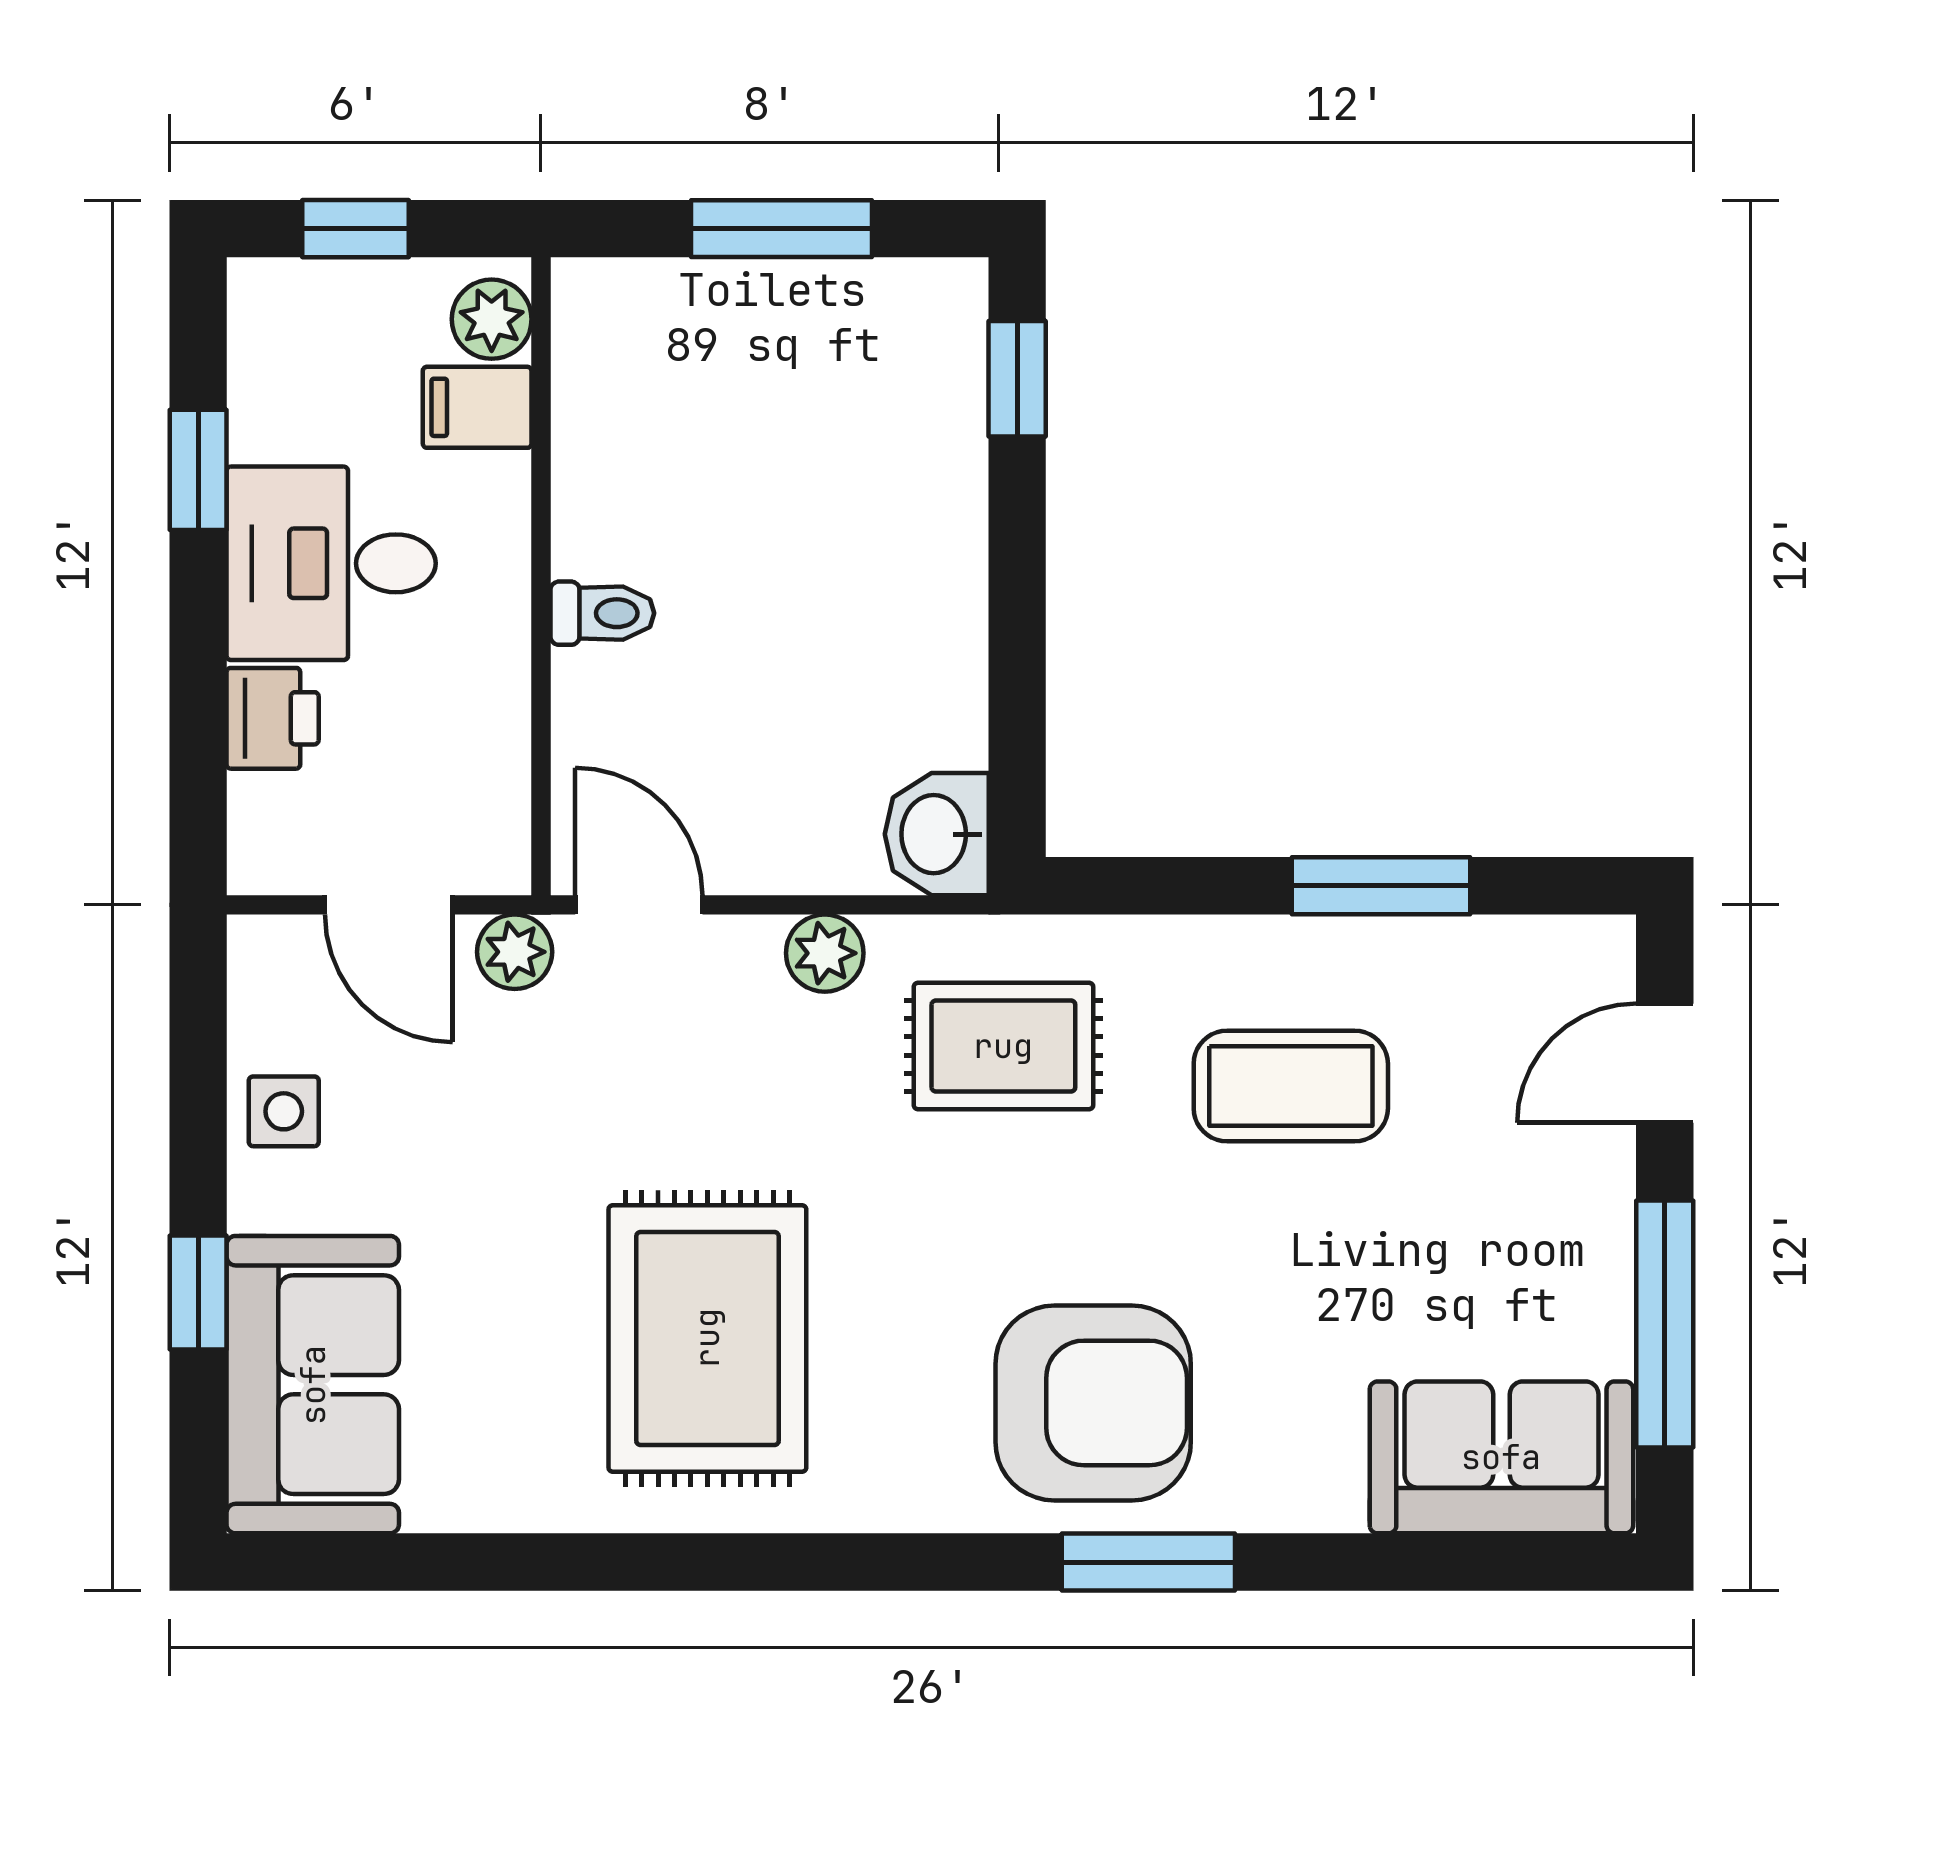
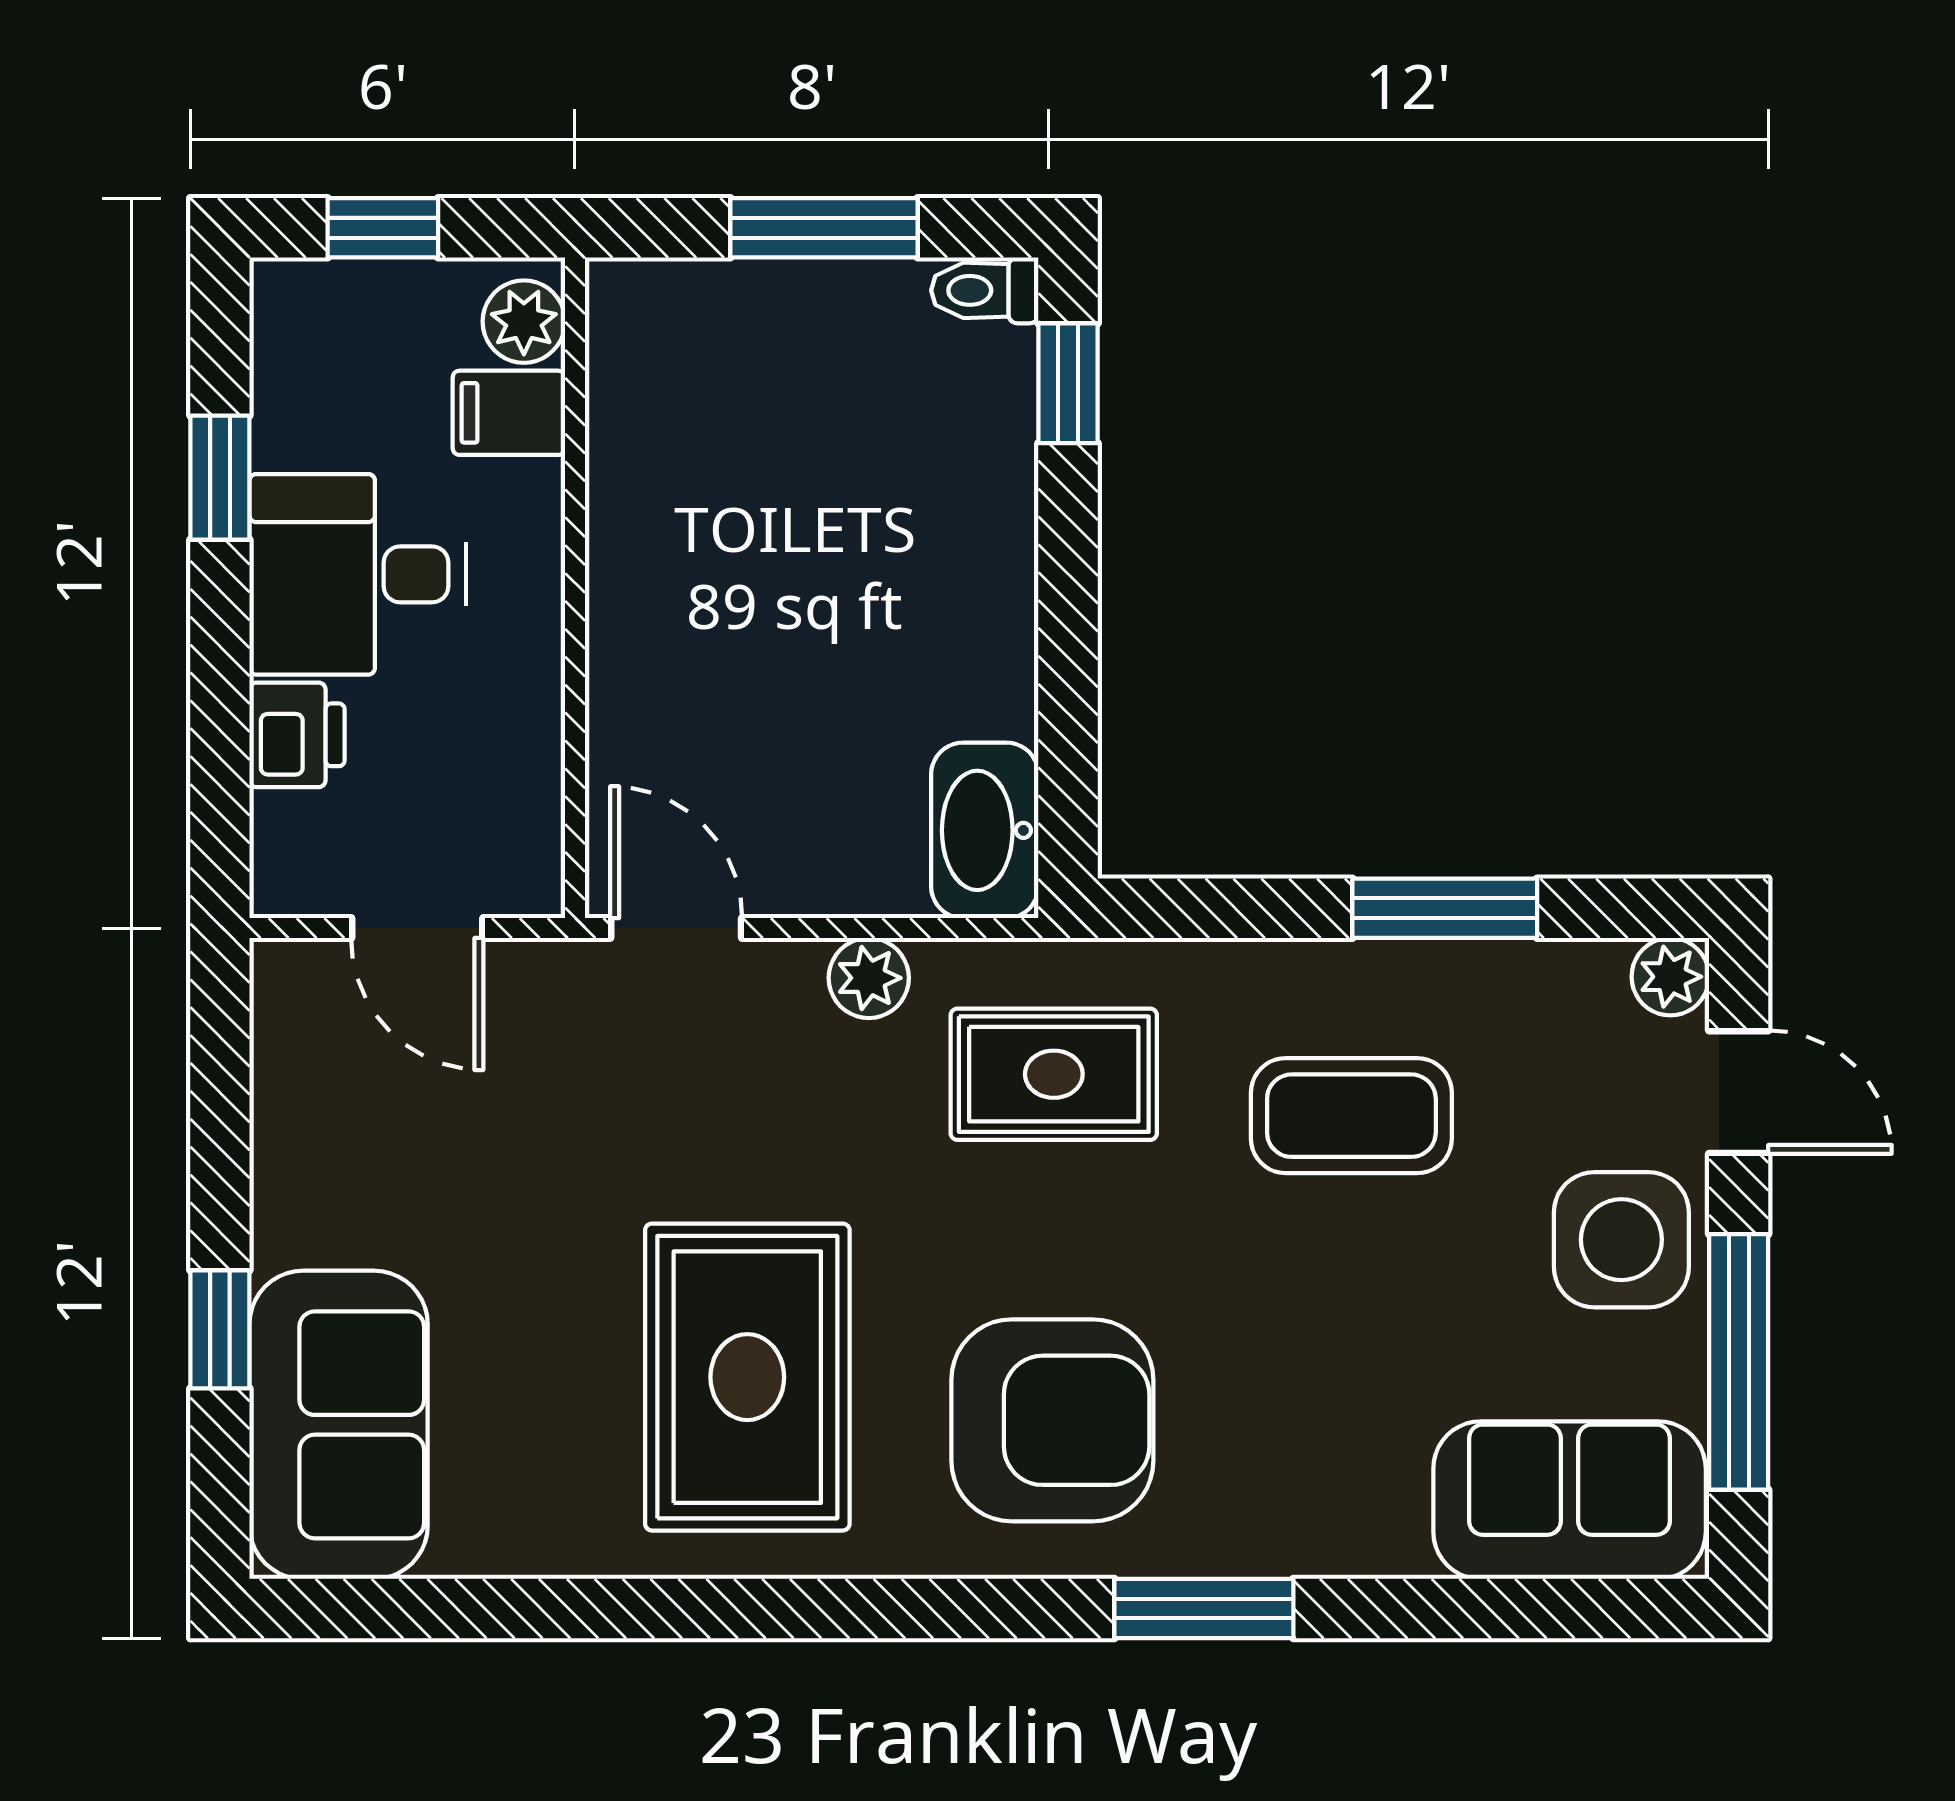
toilet: (602, 613) -> (985, 290), moved, turned 180
washbasin: (937, 834) -> (985, 830), width x1.38
plant: (515, 952) -> (1670, 977), moved
door: (1665, 1063) -> (1739, 1092), swing flipped
side table: (284, 1111) -> (1621, 1240), moved, width x1.87, depth x1.87
armchair: (1093, 1403) -> (1052, 1420), moved

